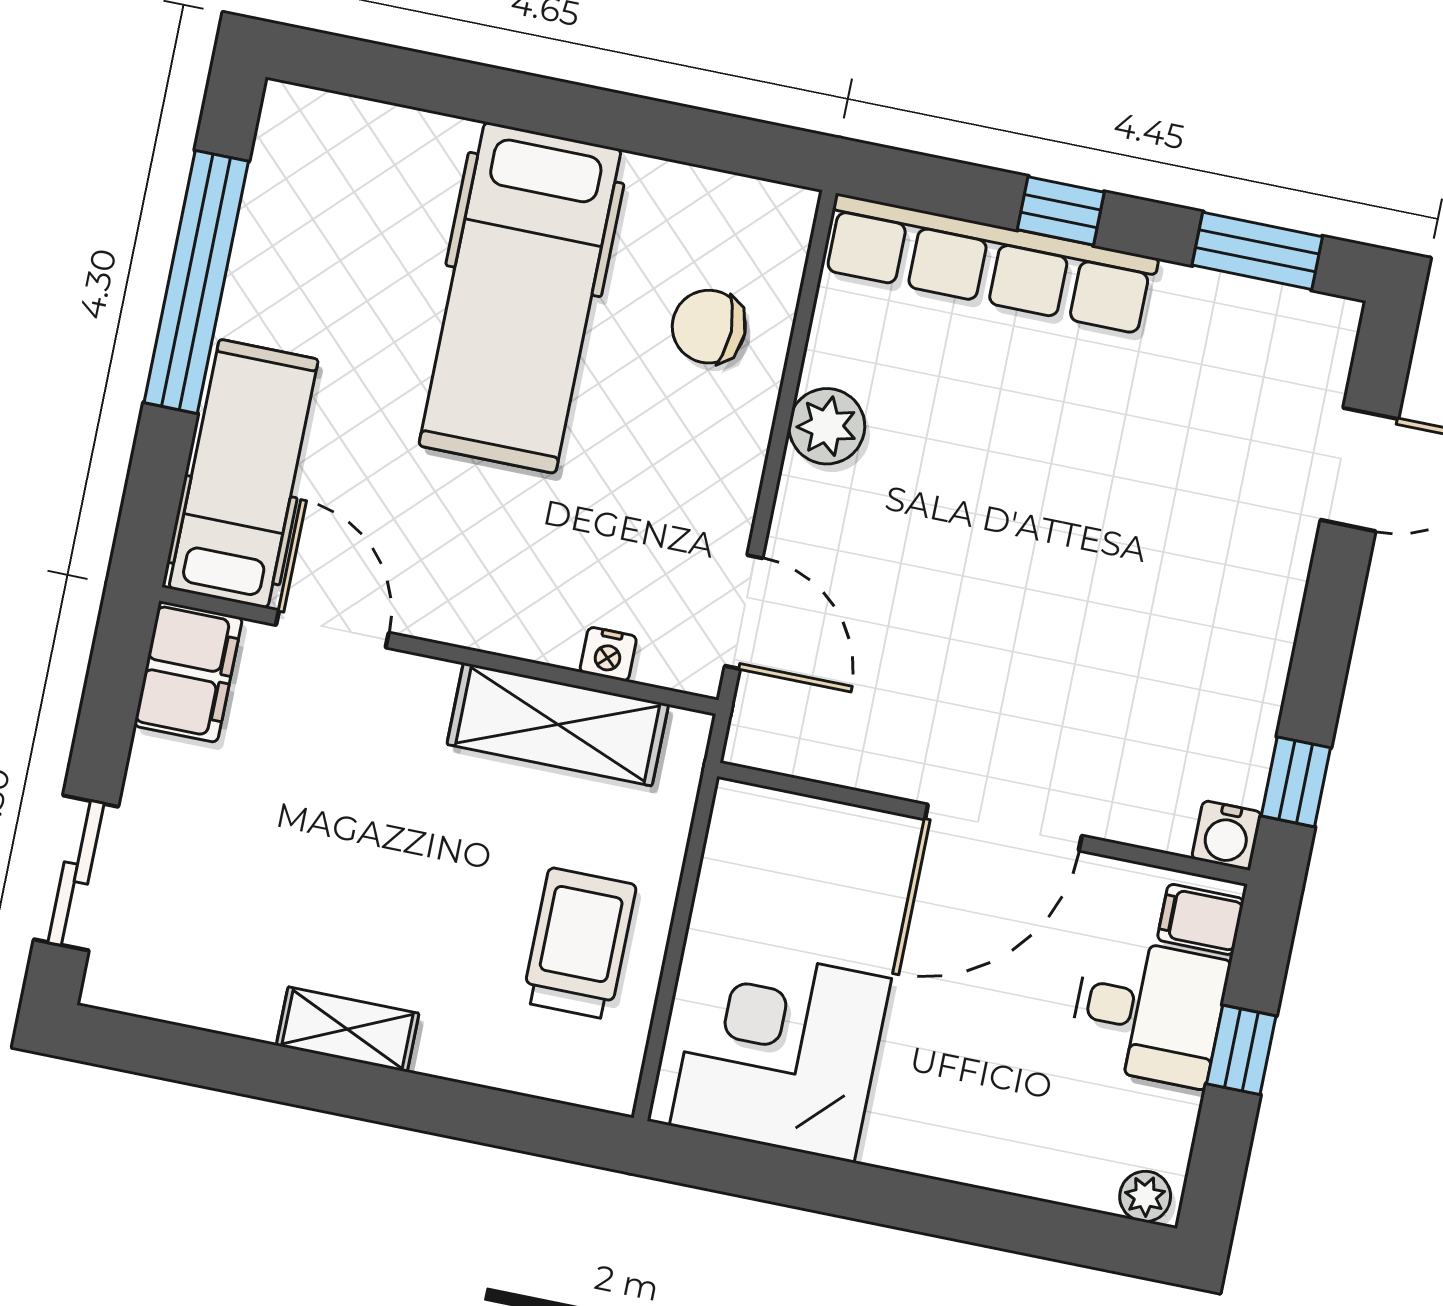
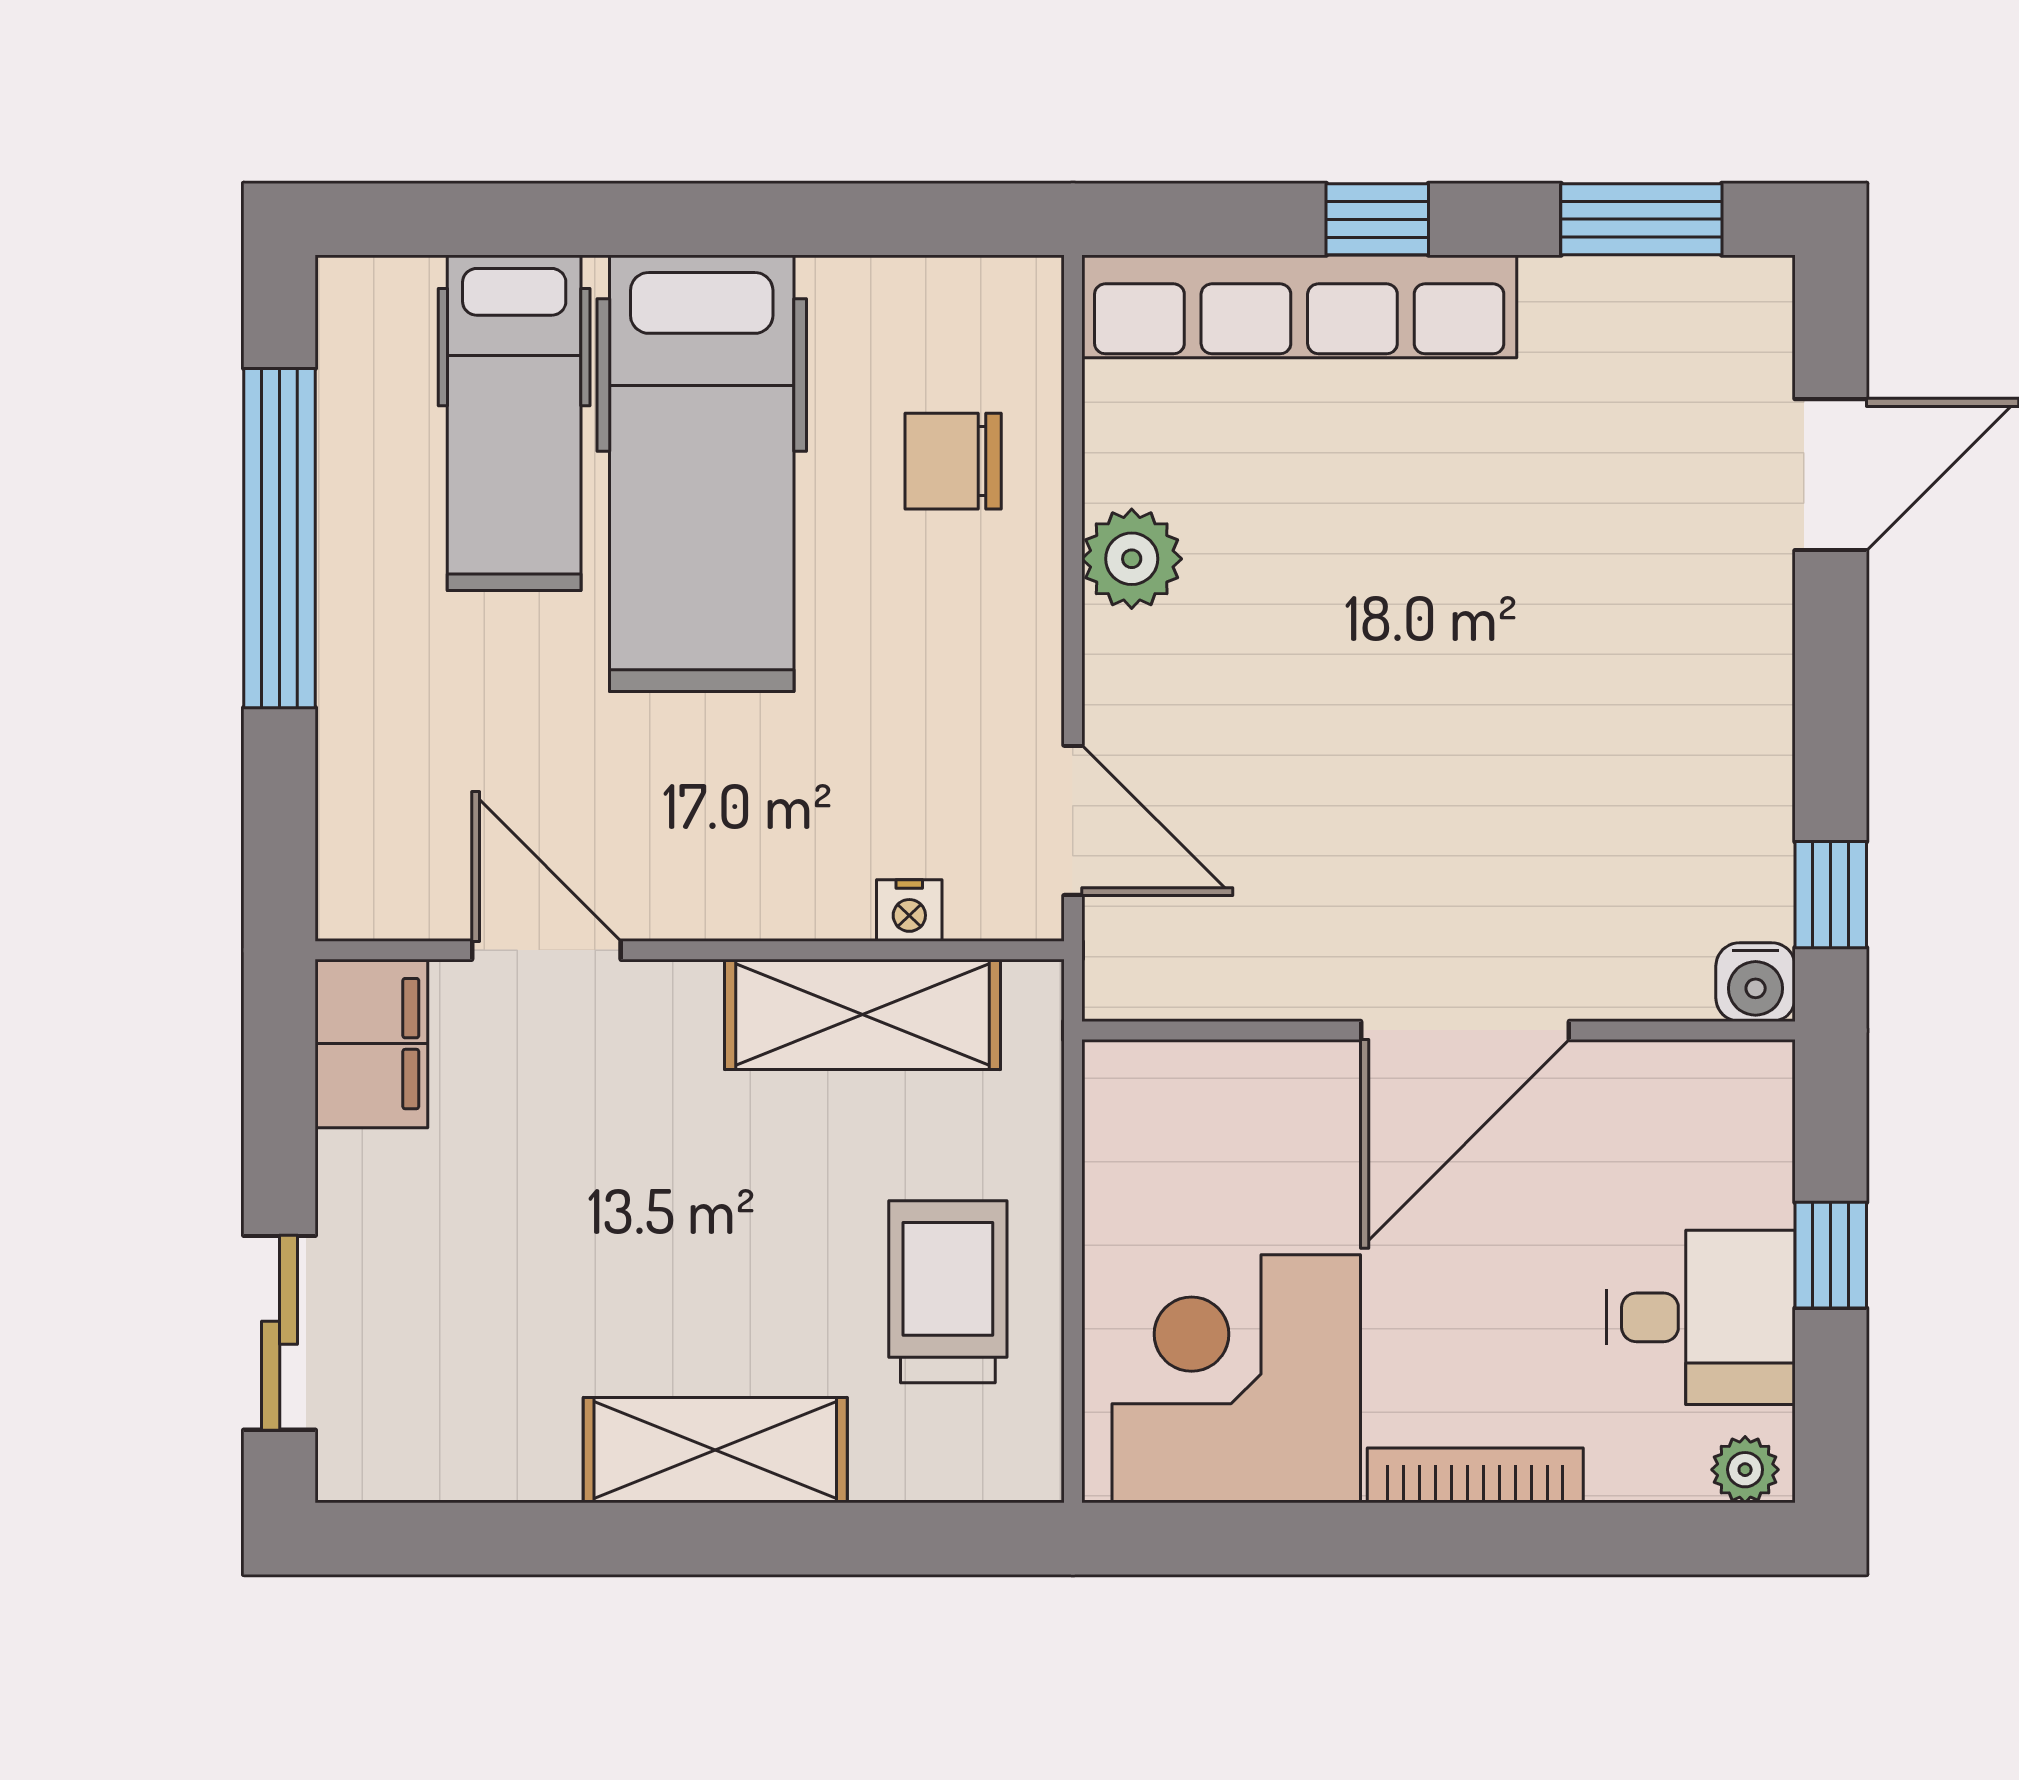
hospital bed: (243, 474) -> (514, 423), moved, turned 180
filing cabinet: (1201, 919) -> (1744, 1097), removed
desk: (1148, 1012) -> (1701, 1317), moved
shelving: (348, 1029) -> (715, 1450), width x1.50, depth x1.33
bookcase: (944, 1160) -> (1475, 1475), added

